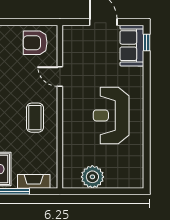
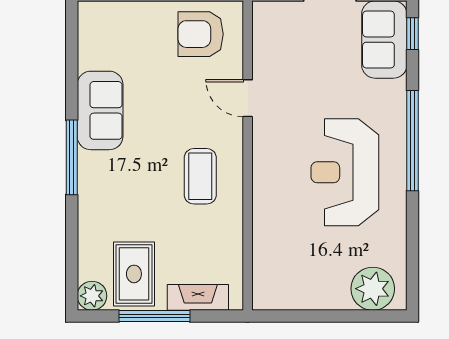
window: (147, 99) -> (412, 141), added
plant: (92, 177) -> (373, 289), moved

